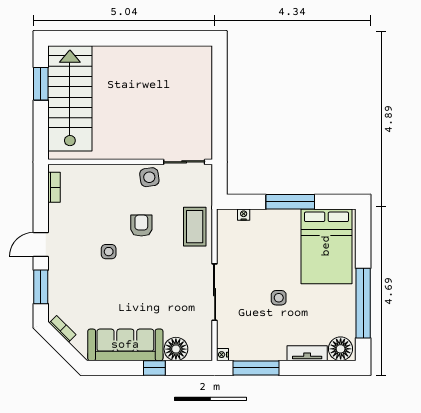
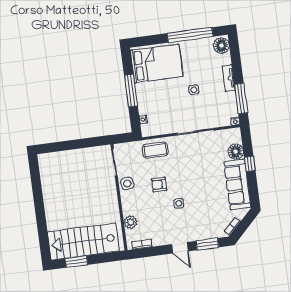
plant: (90, 174) -> (131, 222), added
tv unit: (307, 353) -> (229, 78), moved

